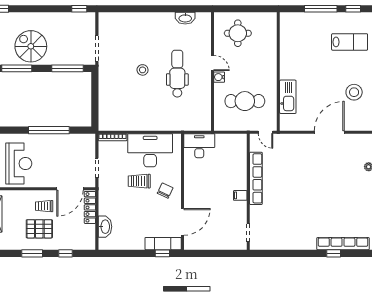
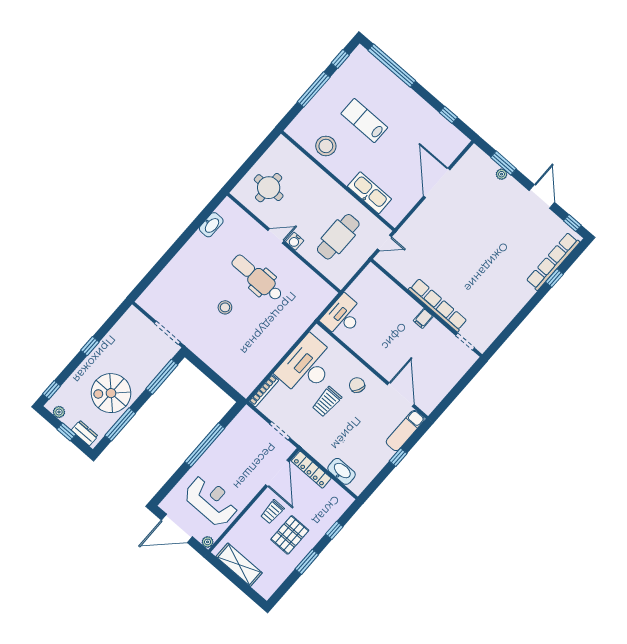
window: (79, 9) -> (90, 346), moved
lab bench: (350, 42) -> (364, 121), moved, turned -90
stool: (354, 92) -> (326, 146), moved
row of seats: (256, 178) -> (438, 305), moved
window: (162, 253) -> (398, 457), moved

